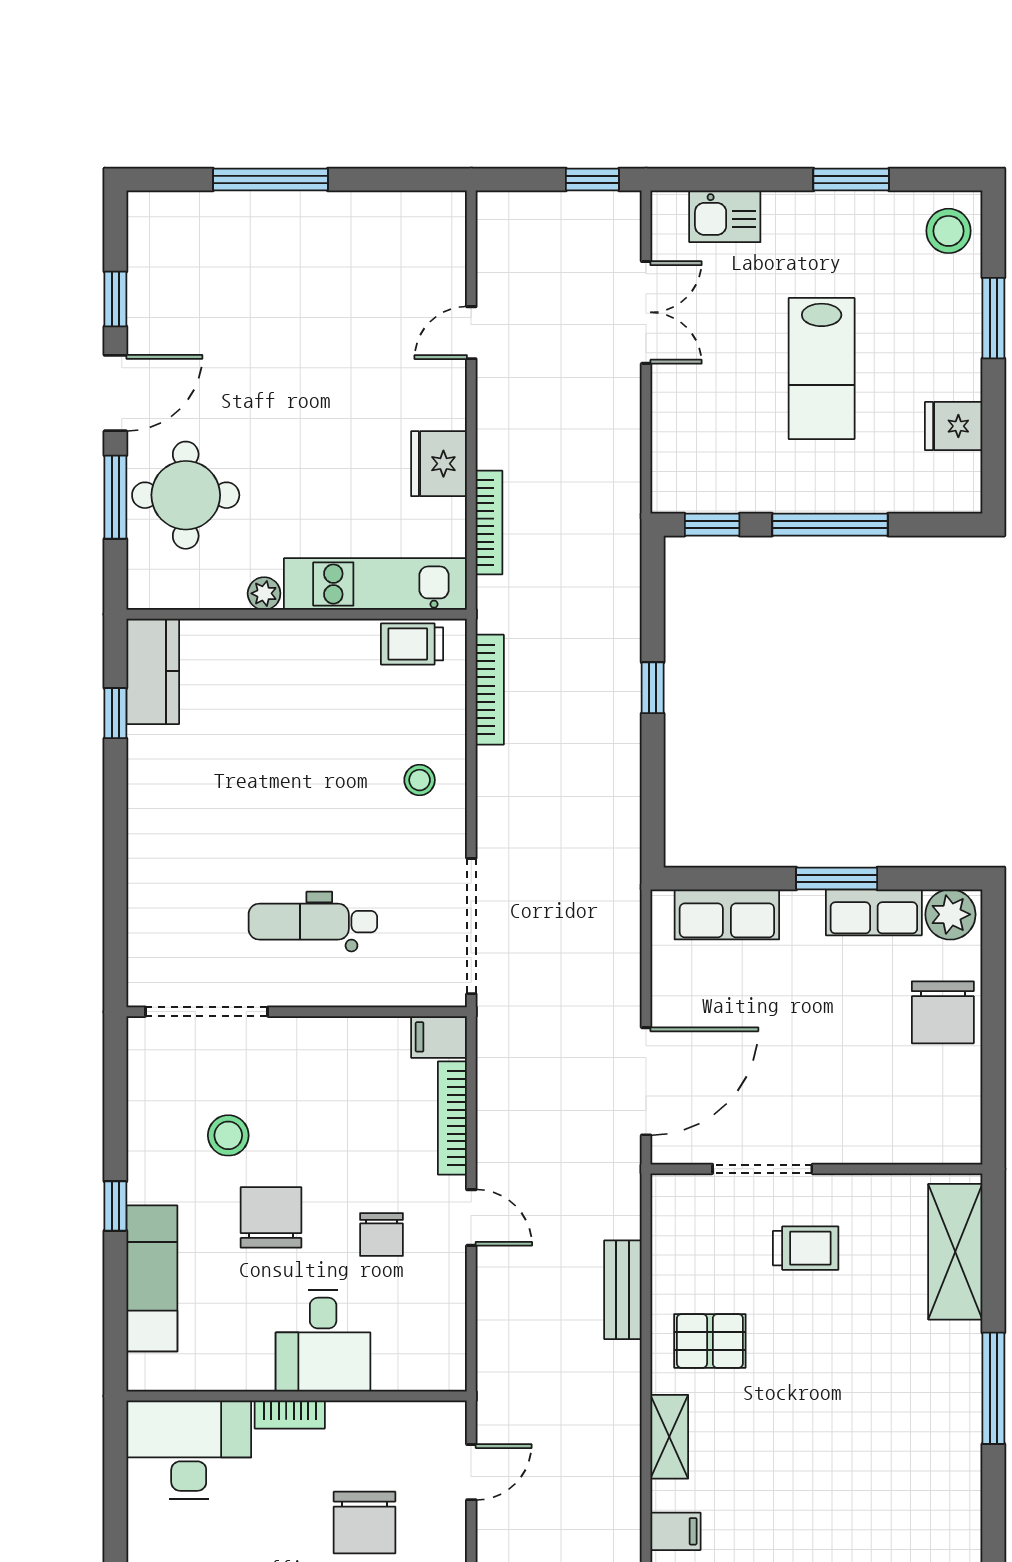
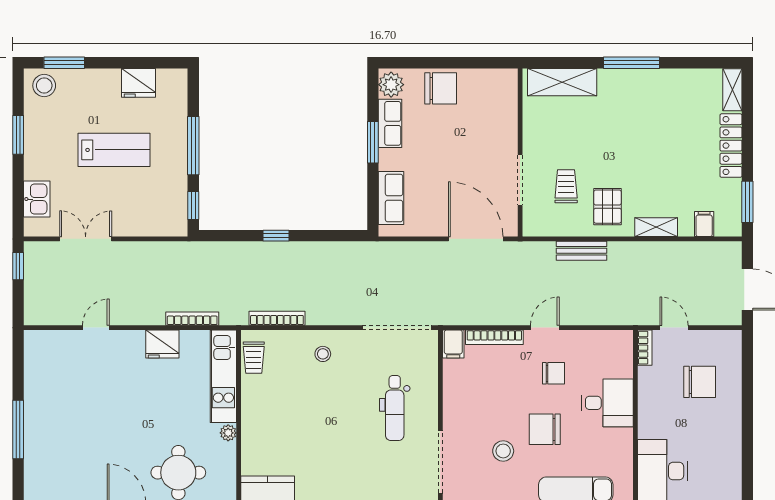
window: (993, 318) -> (64, 63), moved
door: (471, 333) -> (96, 328), swing flipped
fridge: (954, 426) -> (139, 83), width x1.38
trolley: (806, 1248) -> (566, 186), moved
bookcase: (290, 1414) -> (645, 348), moved

